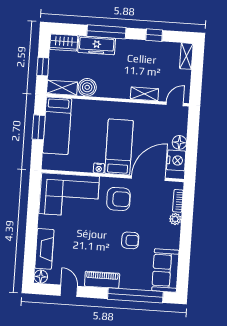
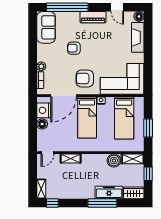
window: (154, 35) -> (52, 203), moved
bed: (57, 126) -> (124, 118), moved, turned 180

